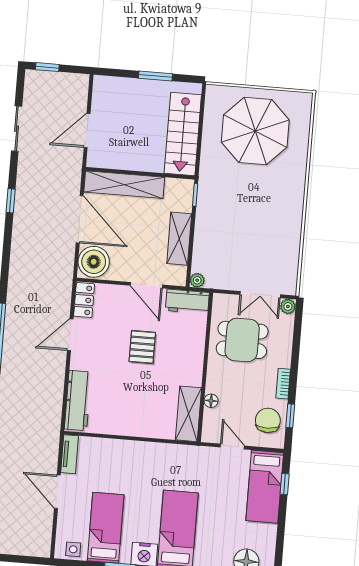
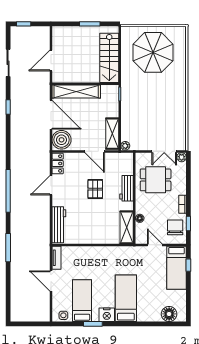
shelving: (179, 239) -> (112, 134), moved
workbench: (187, 301) -> (127, 188), moved, turned 90

